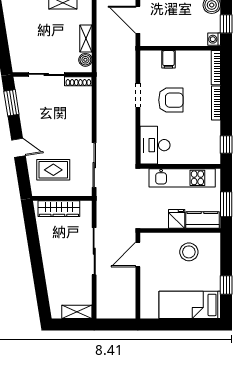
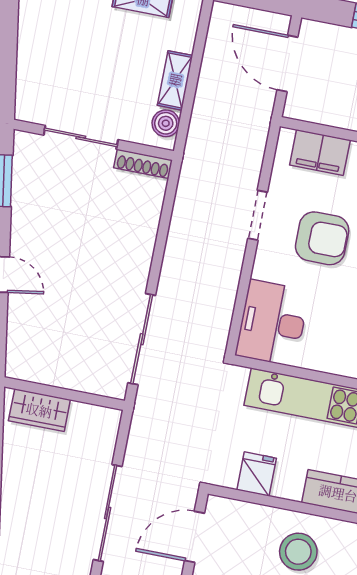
filing cabinet: (168, 59) -> (320, 152), width x2.00
rug: (53, 170) -> (57, 332), removed
wardrobe: (59, 209) -> (39, 410), width x0.67
fridge: (177, 219) -> (257, 474), moved

